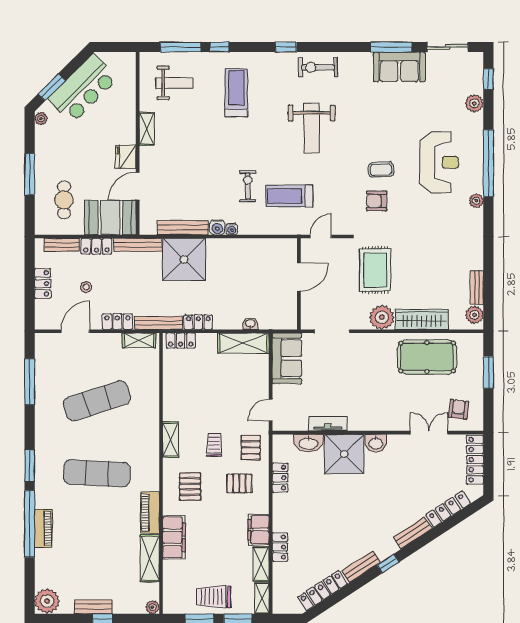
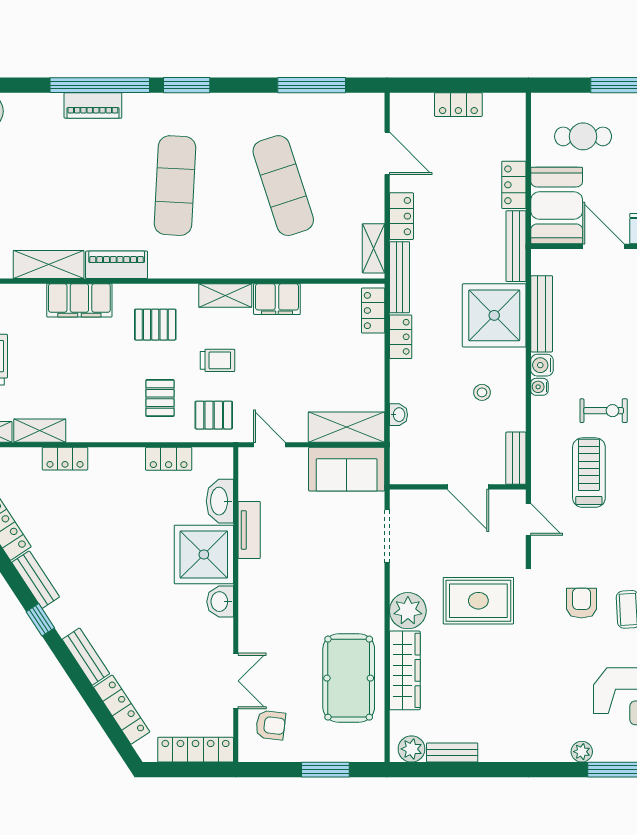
bench: (62, 245) -> (516, 458), moved
stool: (86, 287) -> (482, 392), moved
shelving: (243, 343) -> (346, 427), moved, turned 90
filing cabinet: (259, 530) -> (277, 299), moved, turned 180

